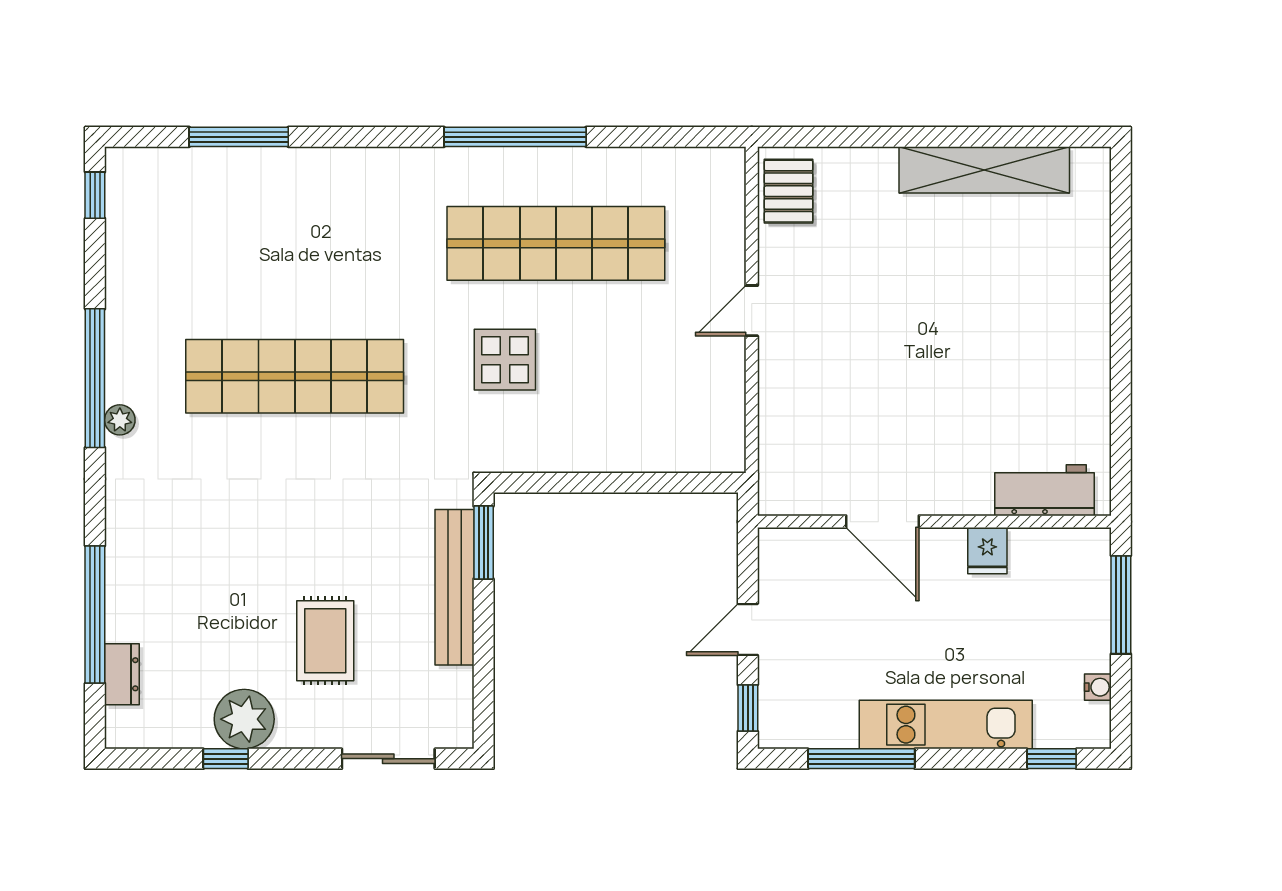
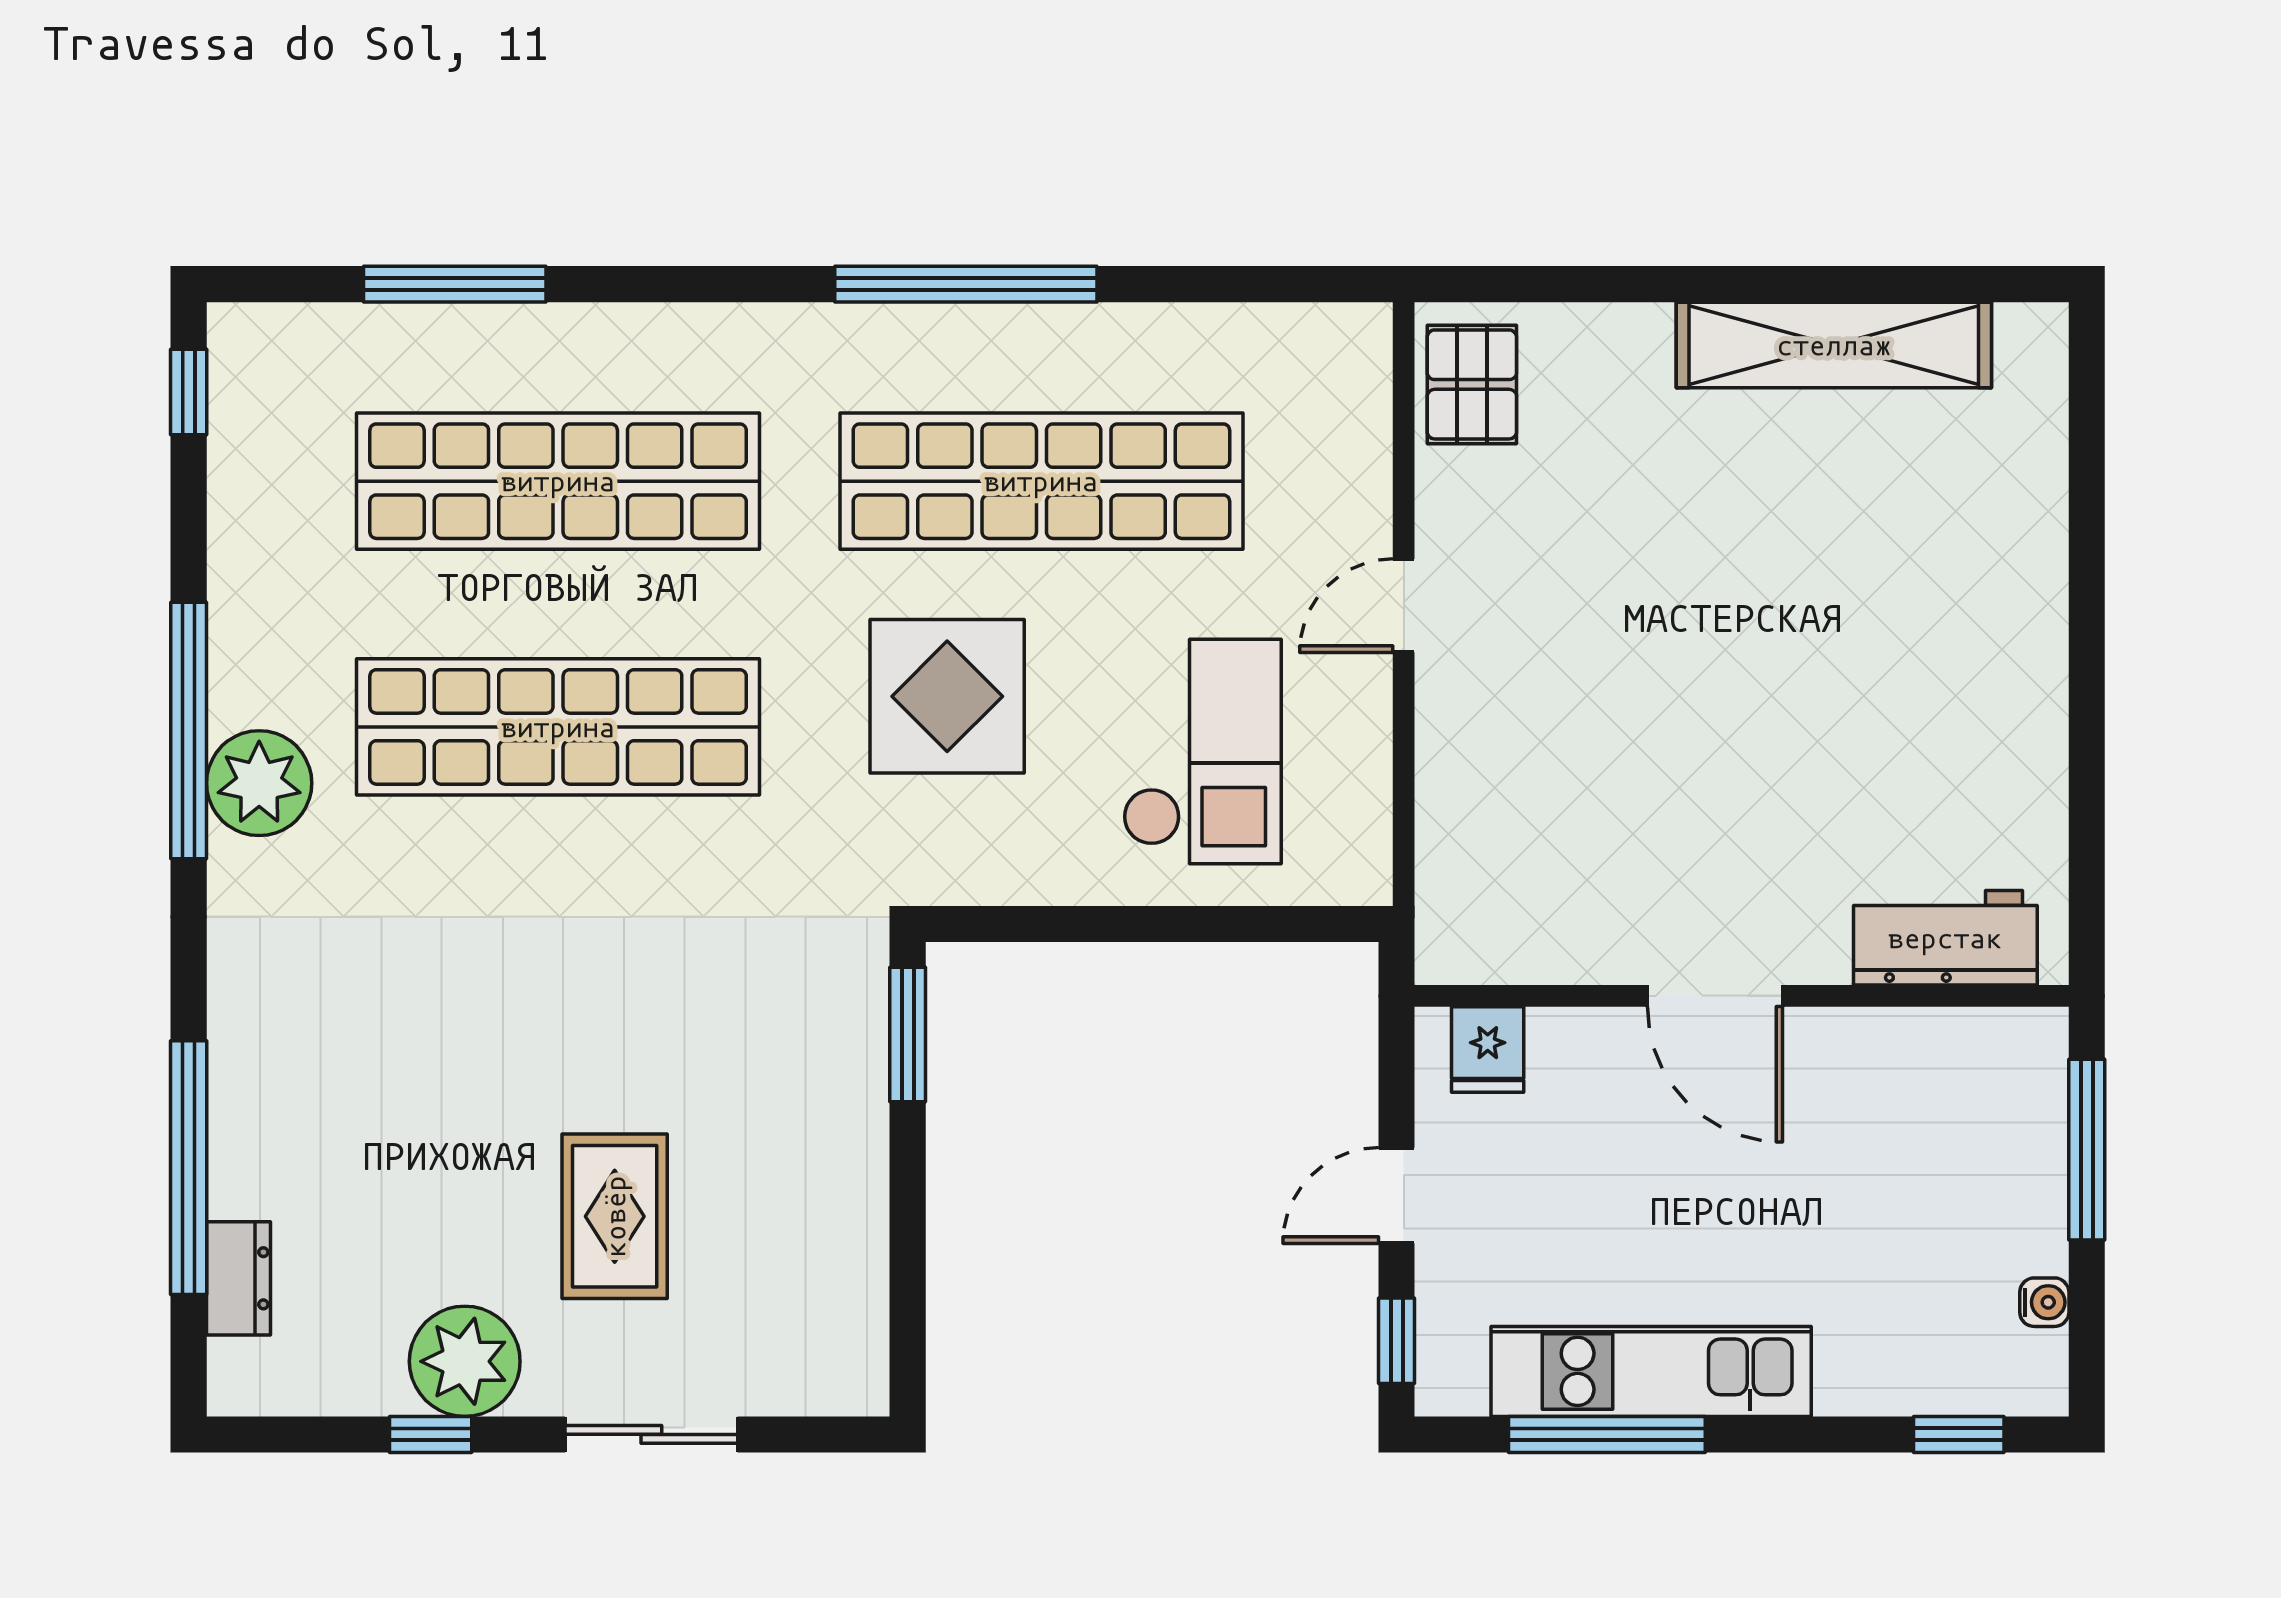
shop shelf: (295, 243) -> (558, 481), added
display table: (505, 360) -> (947, 696), width x1.36, depth x1.36
checkout: (643, 389) -> (1202, 751), added
plant: (120, 420) -> (259, 783), width x1.88, depth x1.88
door: (883, 522) -> (1715, 996), moved
fridge: (987, 551) -> (1488, 1050), moved
bench: (454, 587) -> (854, 1117), removed
kitchen unit: (946, 725) -> (1651, 1371), moved
sliding door: (388, 759) -> (651, 1434), moved

